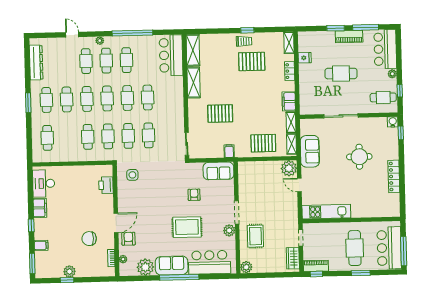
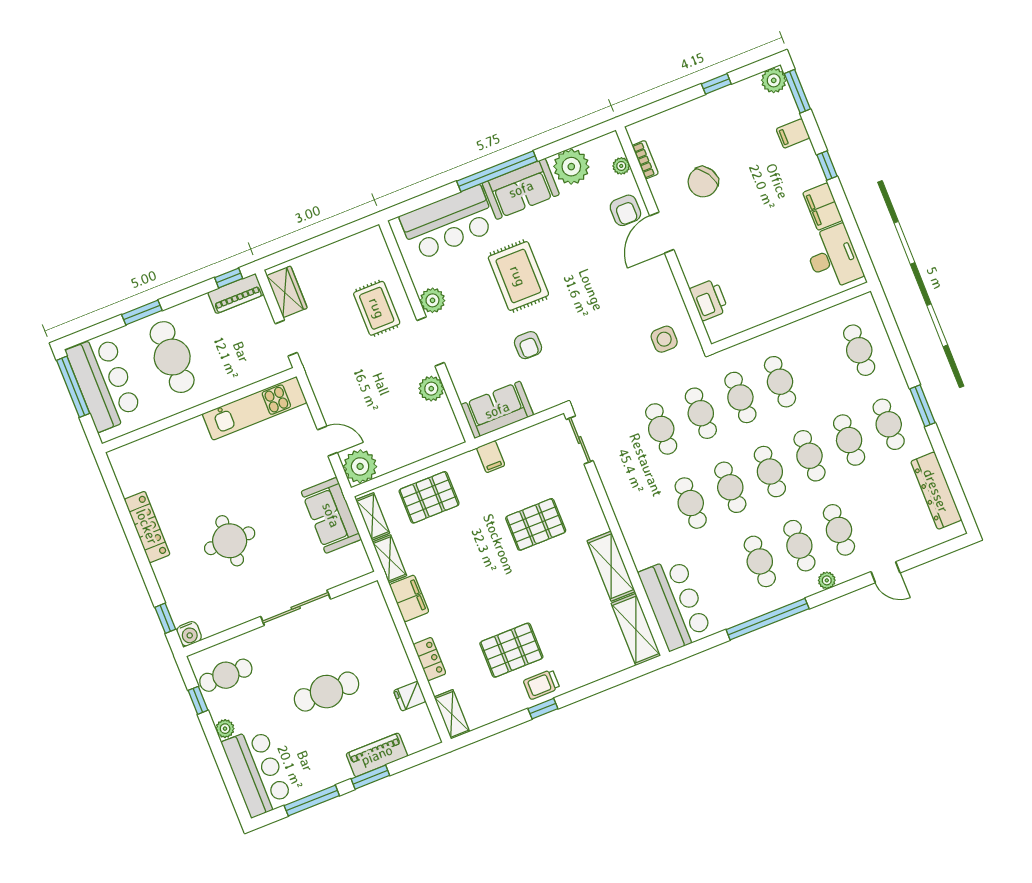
piano: (349, 36) -> (377, 755), moved
rug: (187, 227) -> (518, 276), turned 90
chair: (89, 239) -> (703, 182), turned 149
plant: (246, 267) -> (431, 389), moved
plant: (69, 271) -> (774, 80), moved

